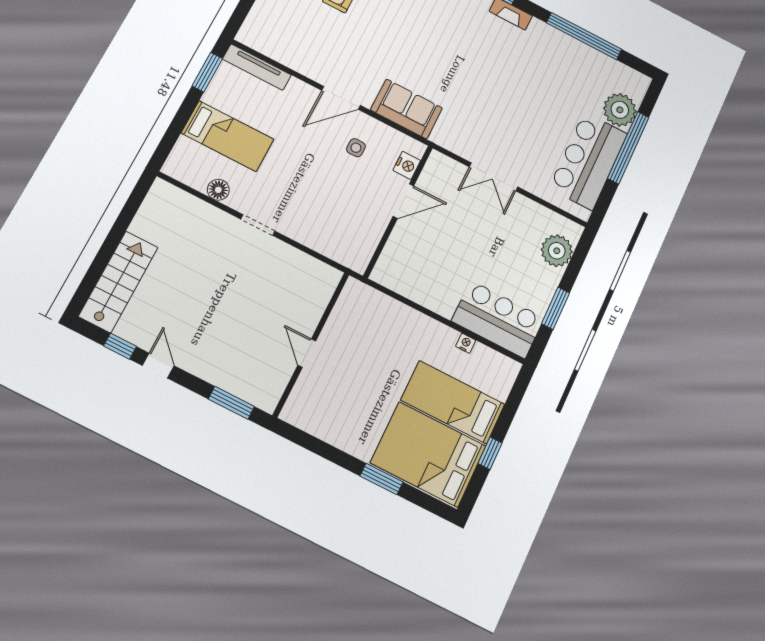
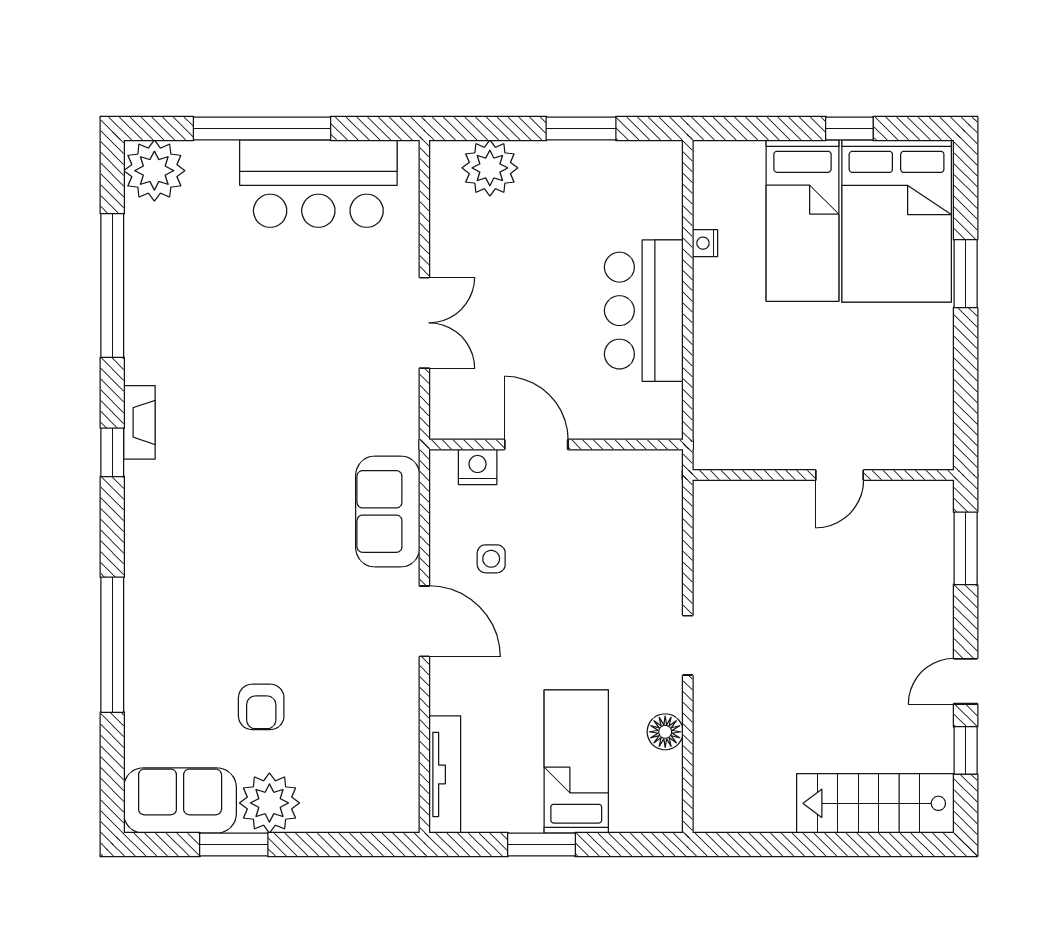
window: (207, 72) -> (542, 844), moved
plant: (620, 110) -> (154, 171), moved
bar counter: (498, 319) -> (644, 311), moved

